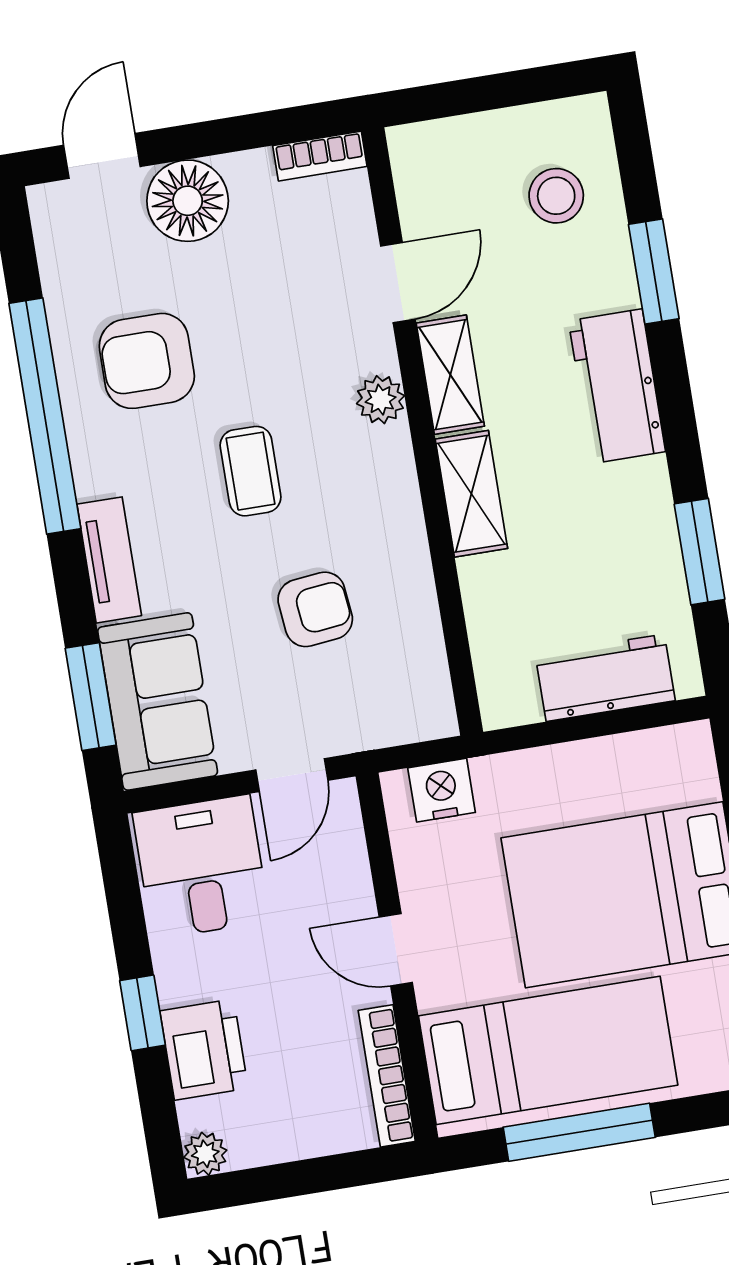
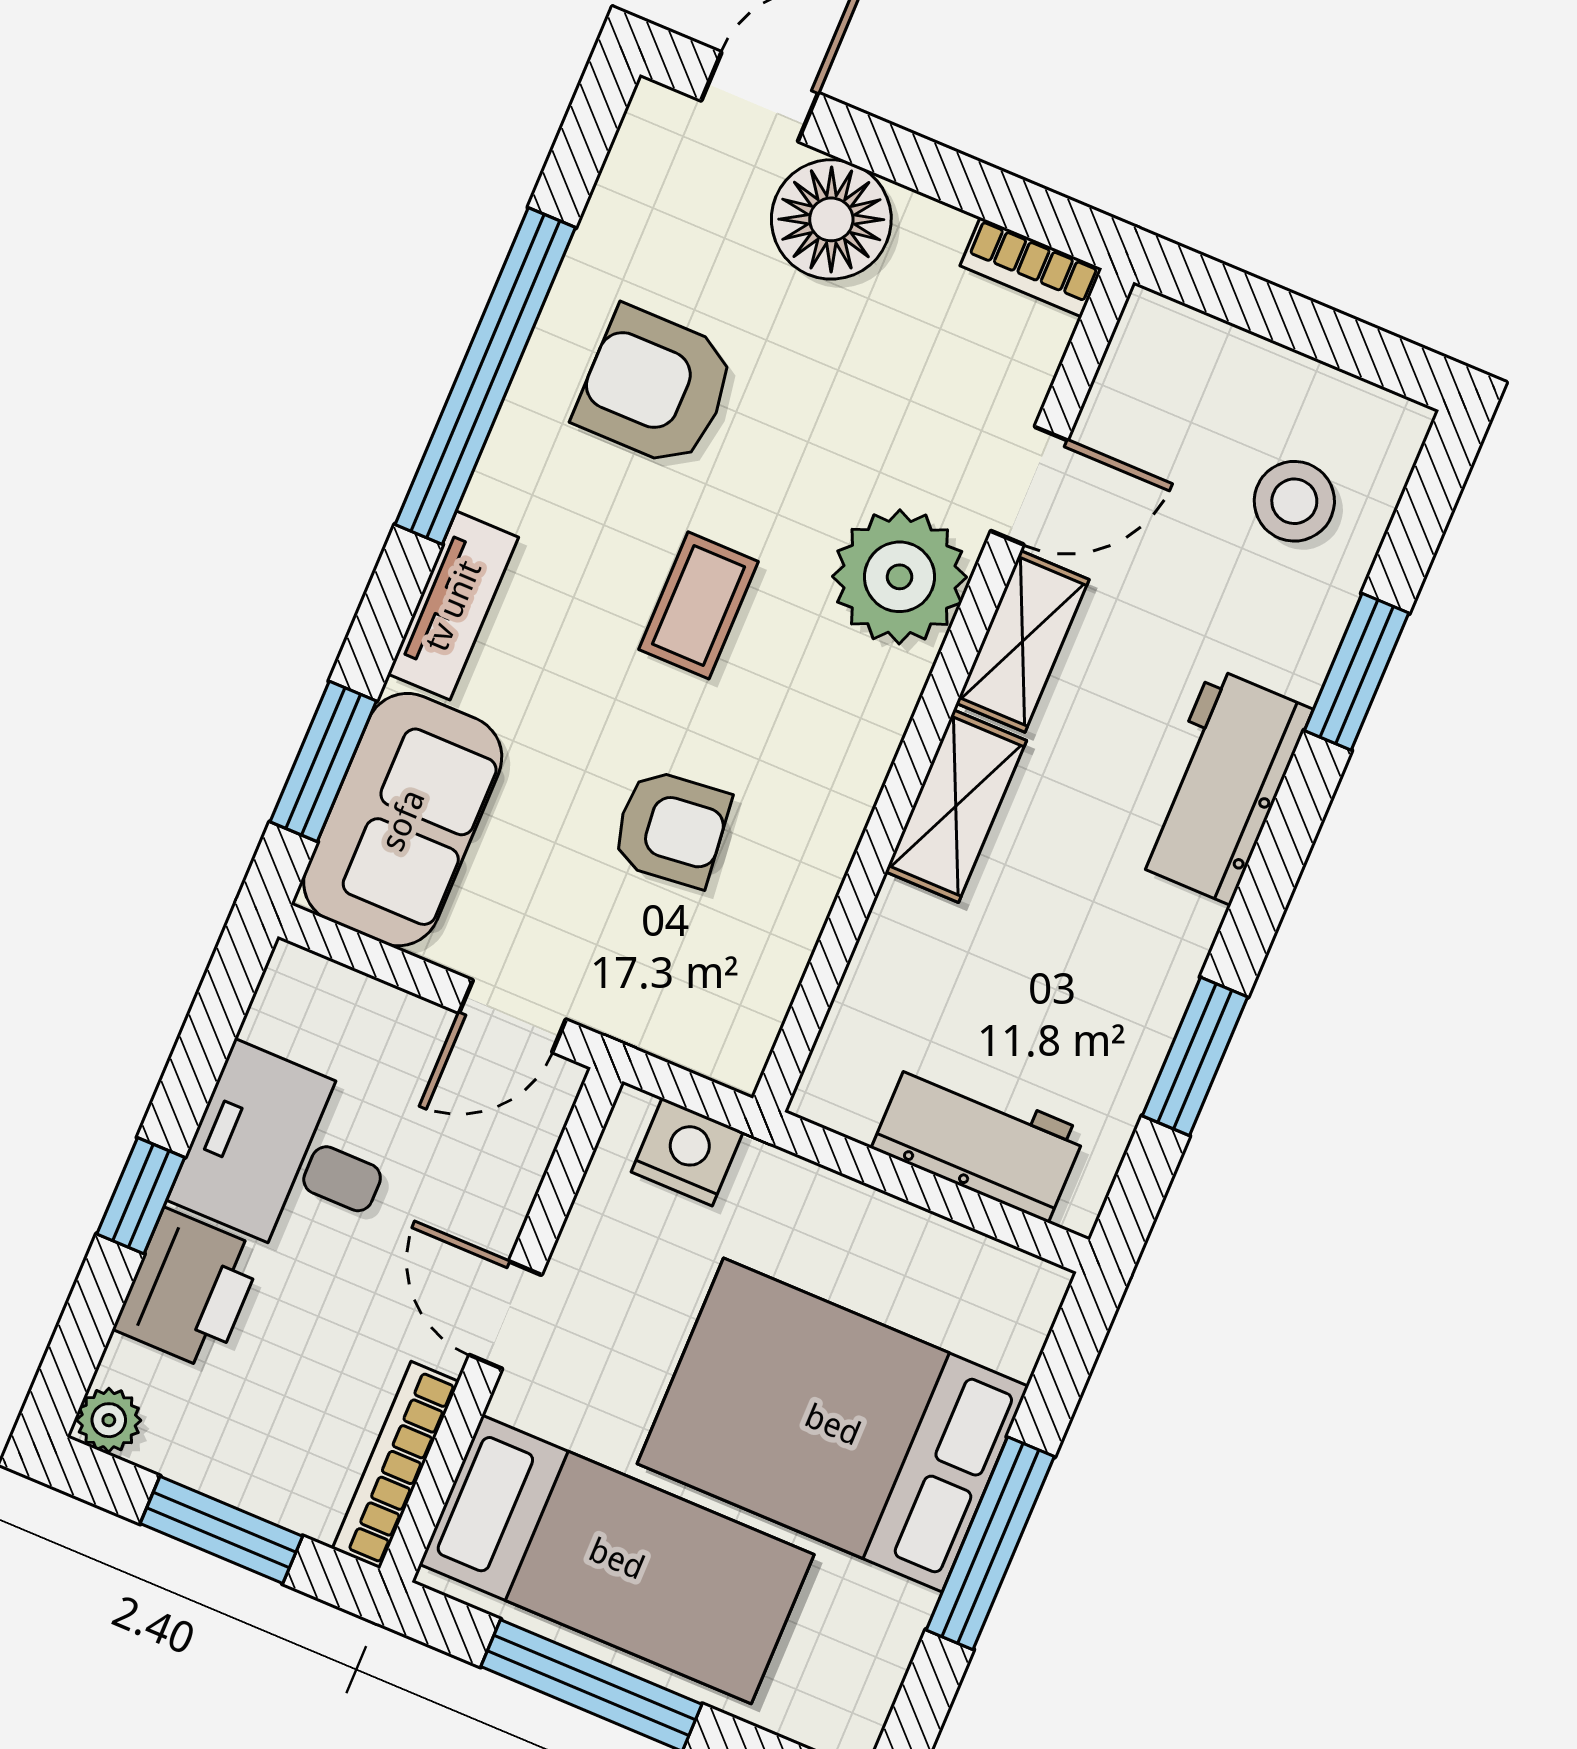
plant: (381, 400) -> (900, 577), width x1.87, depth x1.87
desk: (201, 867) -> (288, 1156), moved, turned -90
window: (310, 1176) -> (221, 1530), added

